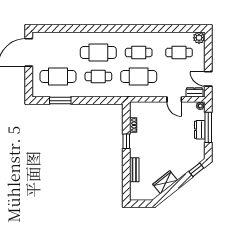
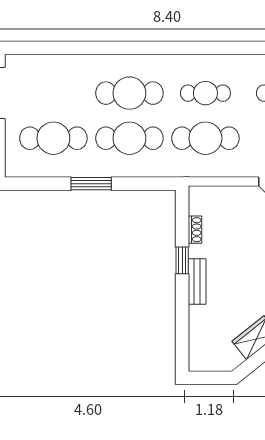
cafe table: (98, 76) -> (129, 138), width x1.37, depth x1.35
window: (60, 101) -> (91, 184), moved
bench: (134, 170) -> (197, 281), moved

